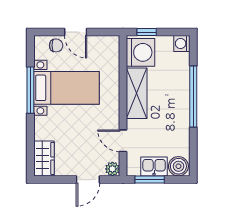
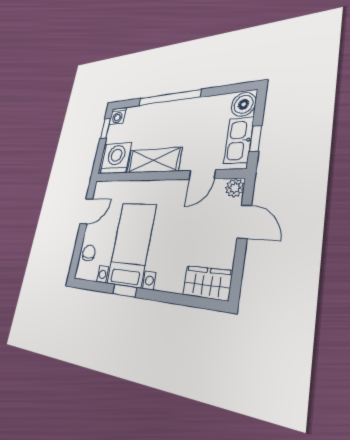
door: (76, 32) -> (86, 211), moved
window: (147, 32) -> (105, 128), moved
window: (30, 90) -> (125, 291), width x0.46
kitchen sink: (154, 167) -> (239, 140), width x1.38
window: (150, 180) -> (255, 139), width x0.67

